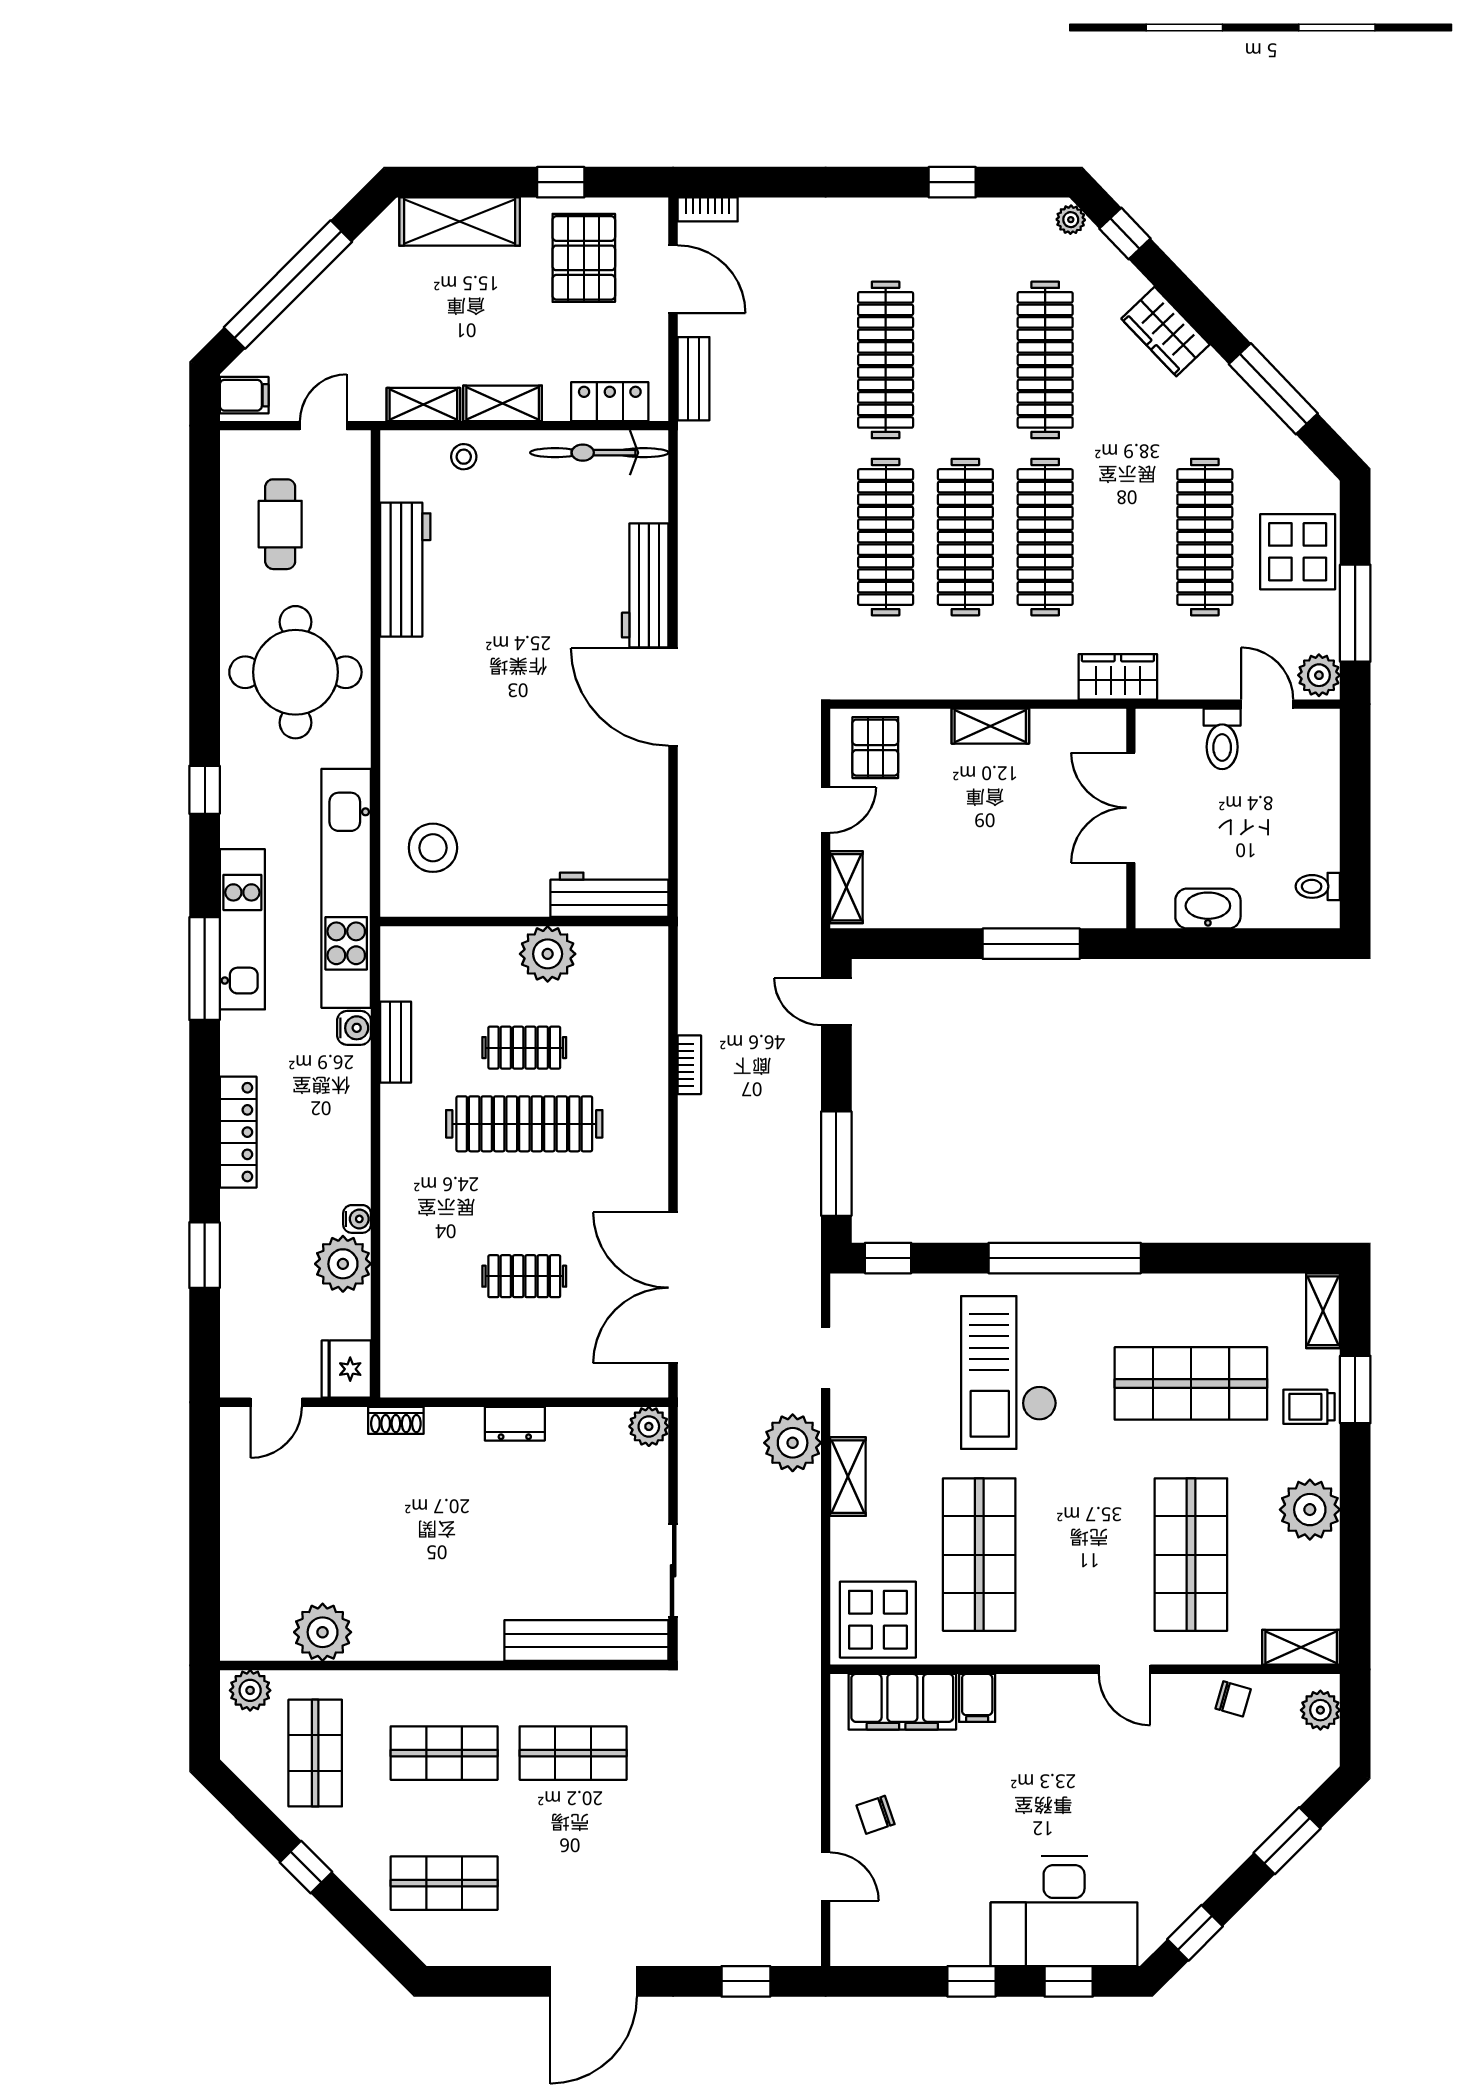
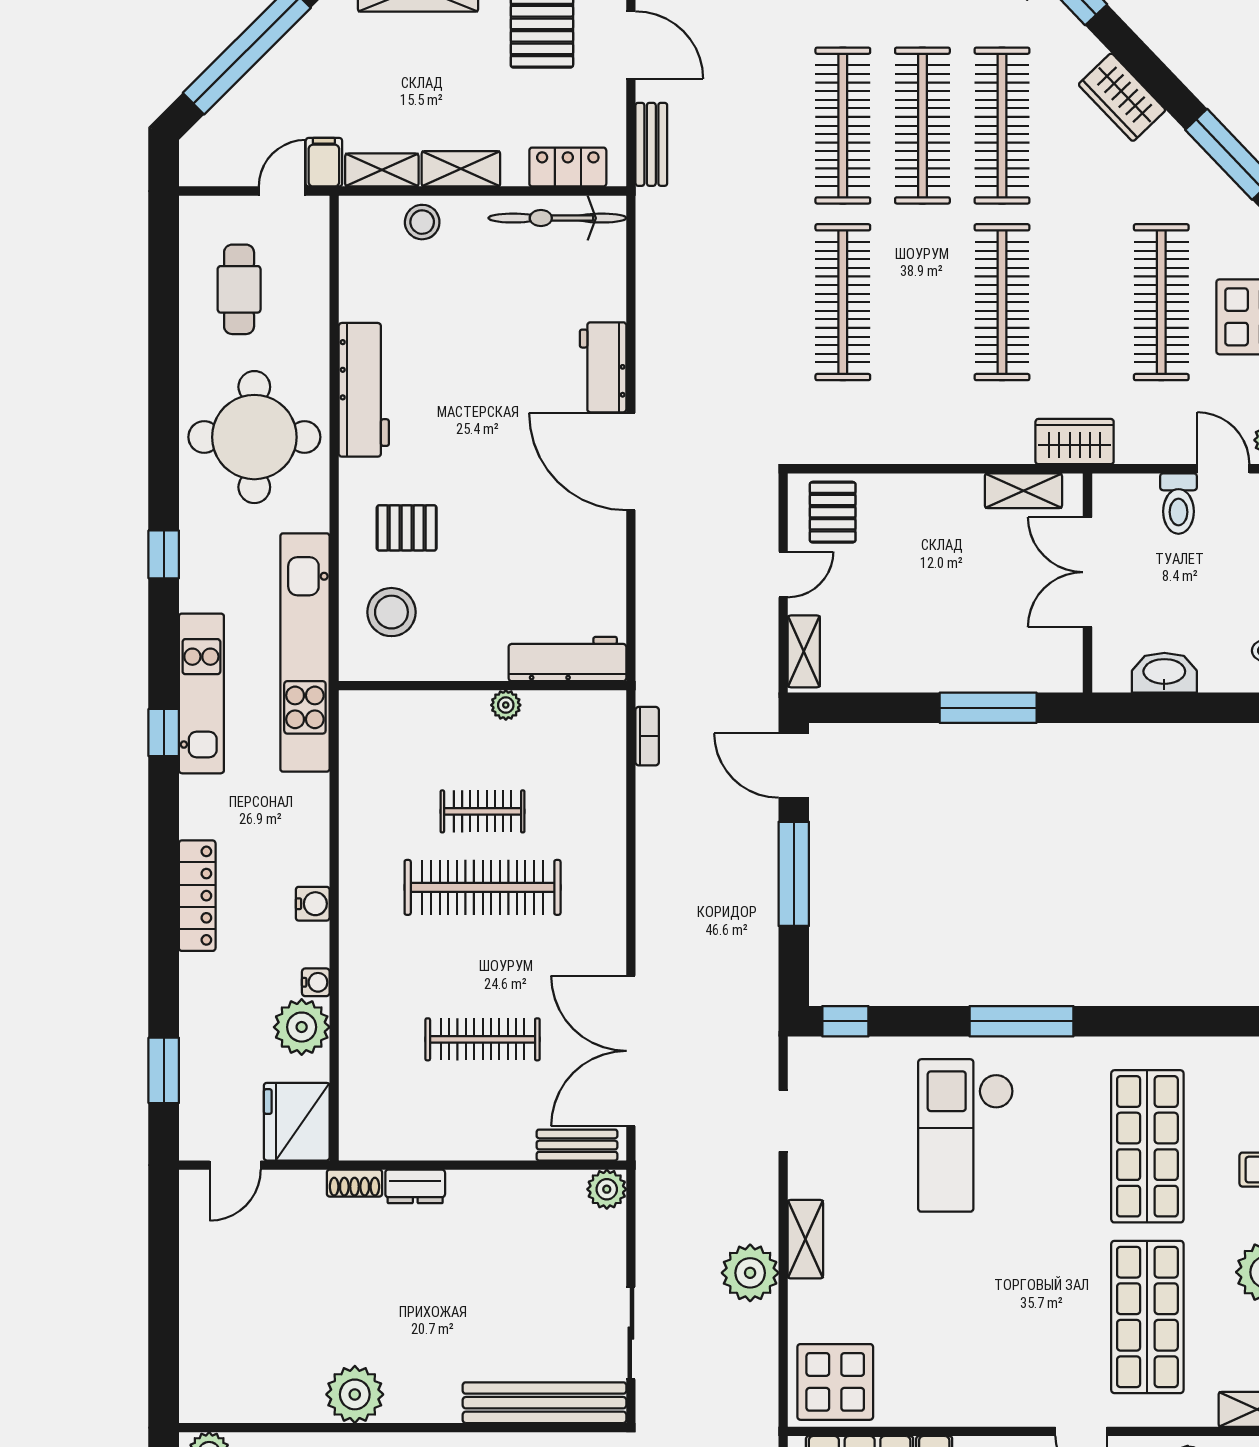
filing cabinet: (244, 395) -> (324, 162), moved, turned -90
stool: (464, 457) -> (422, 222), width x1.37, depth x1.37
clothes rail: (965, 537) -> (922, 126), moved
workbench: (405, 570) -> (364, 390), moved
workbench: (645, 585) -> (603, 367), width x0.73
shelving: (990, 726) -> (1023, 491), moved
pallet: (448, 763) -> (407, 528), added
plant: (548, 954) -> (506, 705), width x0.53, depth x0.53
window: (205, 969) -> (164, 733), width x0.46
door: (836, 1002) -> (794, 766), width x1.38
water cooler: (354, 1028) -> (313, 904), moved
bench: (396, 1042) -> (577, 1145), moved, turned 90
bookcase: (689, 1065) -> (647, 736), moved
window: (836, 1164) -> (794, 874), moved
window: (205, 1255) -> (164, 1070), moved
window: (1065, 1258) -> (1021, 1021), width x0.68
clothes rail: (524, 1276) -> (483, 1039), width x1.36
fridge: (346, 1369) -> (297, 1122), width x1.36, depth x1.34
shop shelf: (1191, 1383) -> (1147, 1146), turned 90
dresser: (515, 1424) -> (415, 1186), moved
plant: (793, 1443) -> (750, 1273), moved
shop shelf: (979, 1555) -> (936, 1317), removed
plant: (323, 1632) -> (355, 1394), moved

